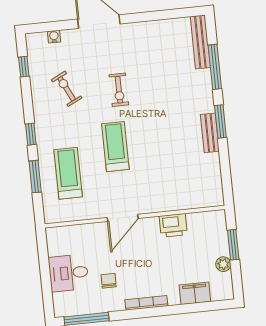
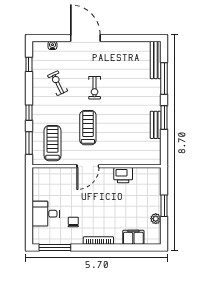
wall: (135, 217) -> (97, 166), moved
door: (123, 218) -> (88, 166), moved
printer: (173, 225) -> (123, 175), moved

